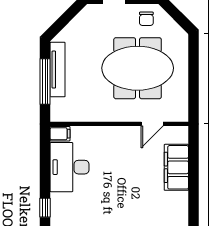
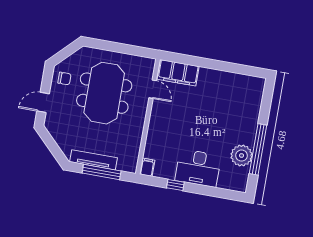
desk: (69, 167) -> (198, 168), moved
filing cabinet: (176, 167) -> (178, 73), moved
window: (45, 208) -> (175, 185), moved

